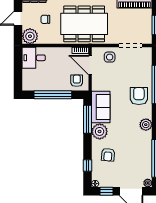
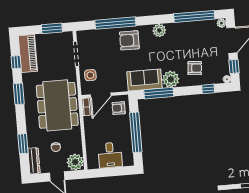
desk: (34, 58) -> (110, 155), moved

